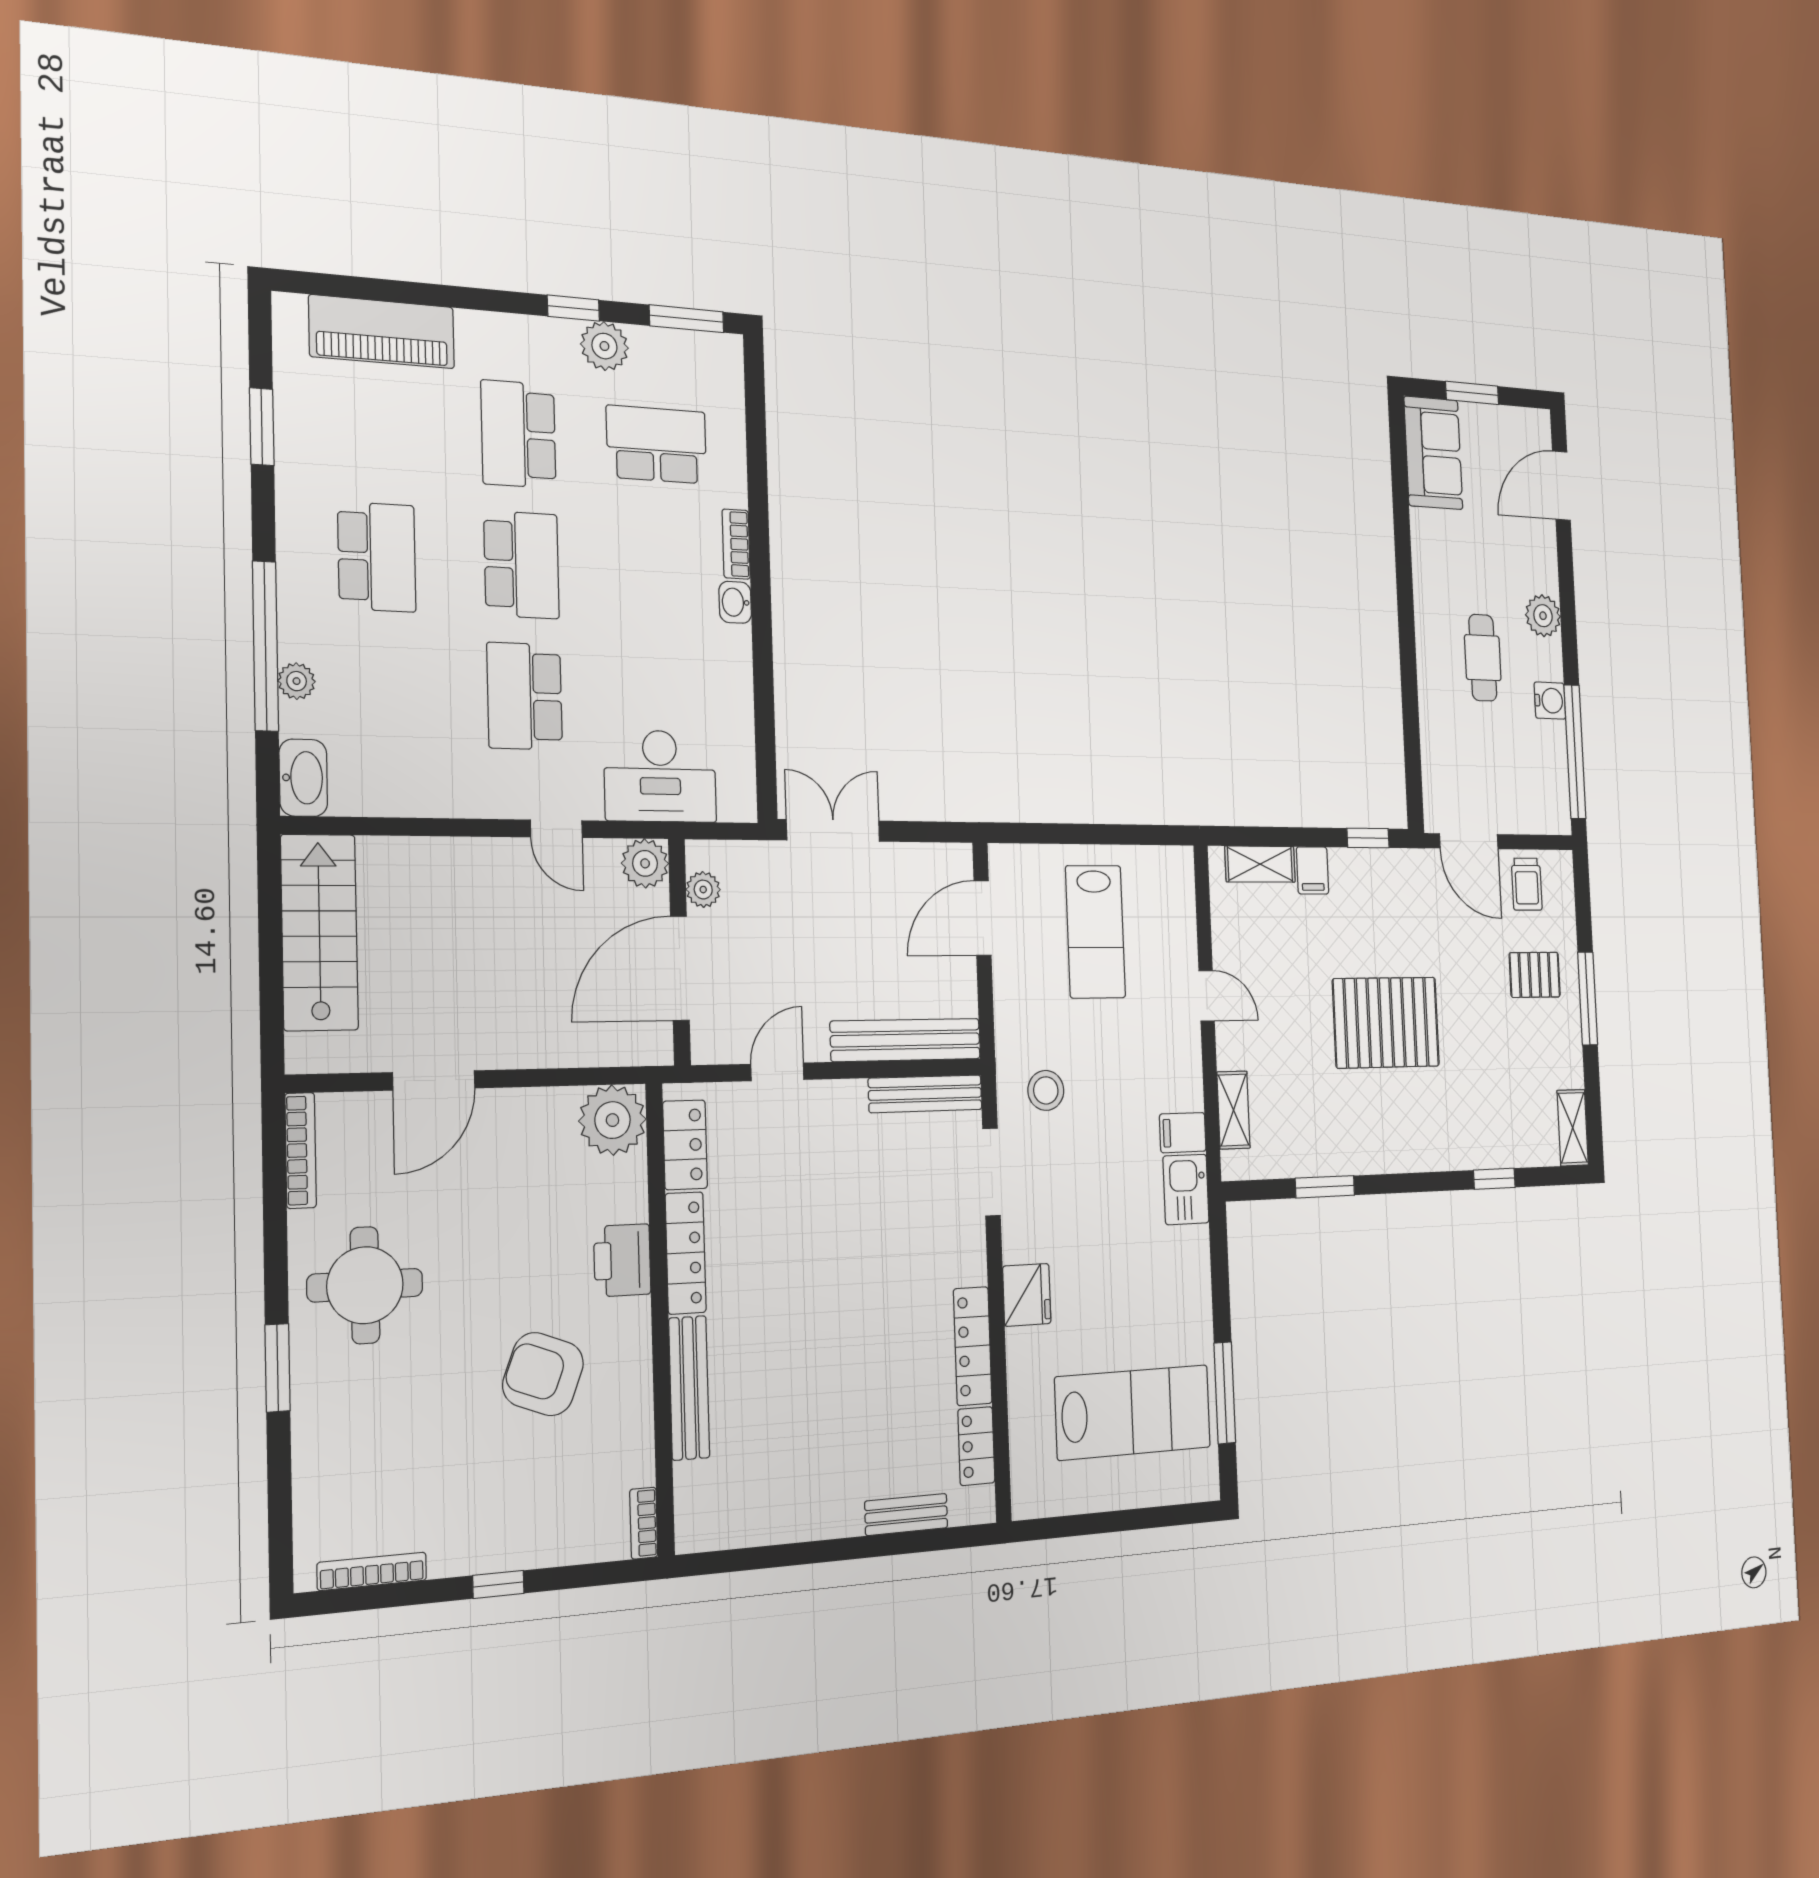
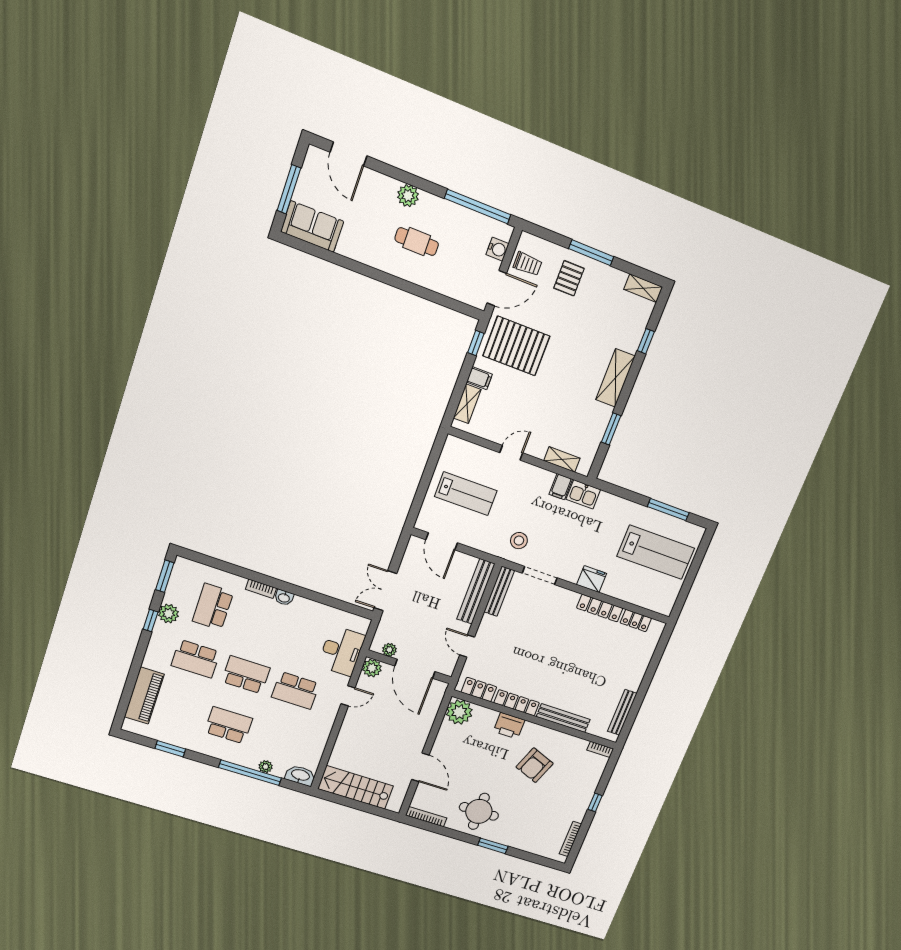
window: (1472, 393) -> (289, 189), width x1.44
water cooler: (1550, 701) -> (497, 249), moved, turned 90
pallet: (1386, 1023) -> (516, 346), moved, turned 90
shelving: (1414, 1149) -> (615, 378), added
lab bench: (1133, 1412) -> (656, 552), turned 90
bench: (906, 1515) -> (622, 712), moved, width x1.36

